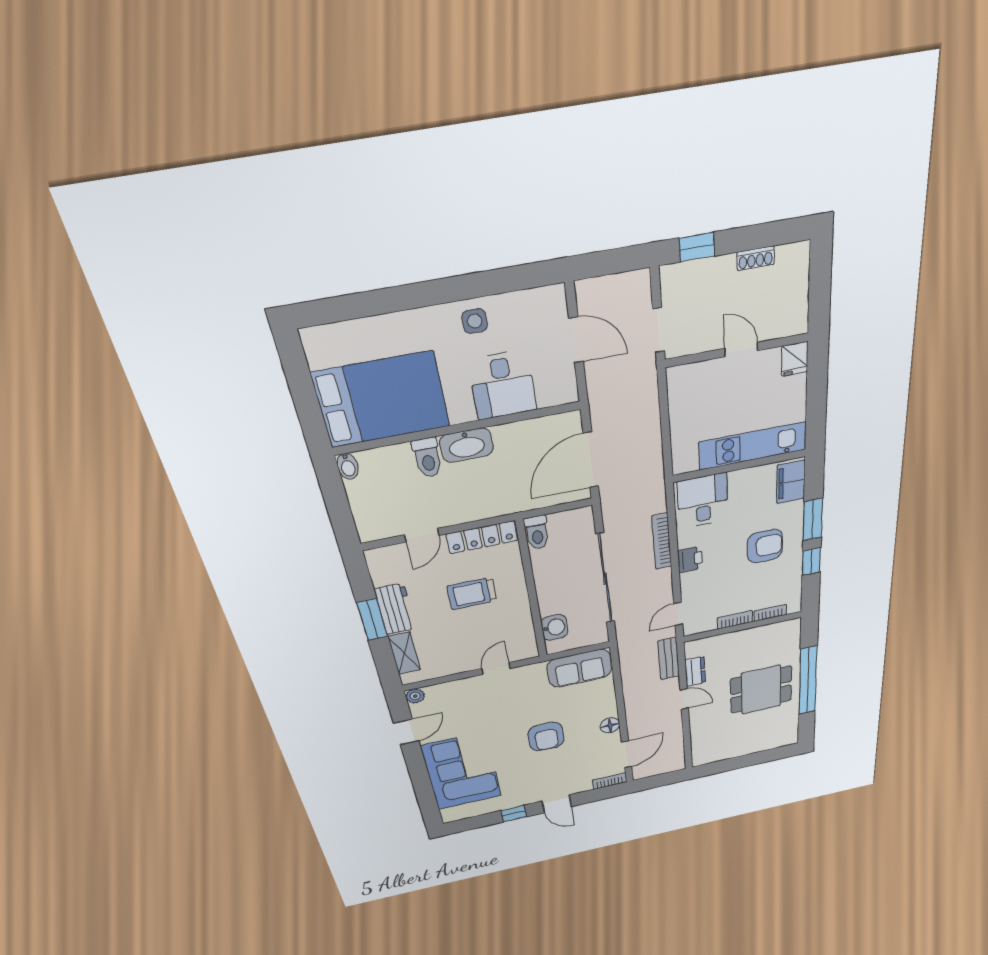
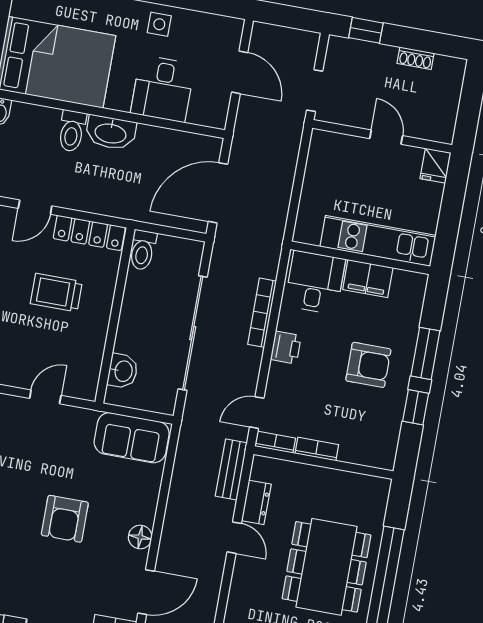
filing cabinet: (791, 482) -> (368, 279), moved, turned -90
bookcase: (770, 613) -> (275, 442), moved
dining table: (761, 690) -> (327, 567), width x1.38

